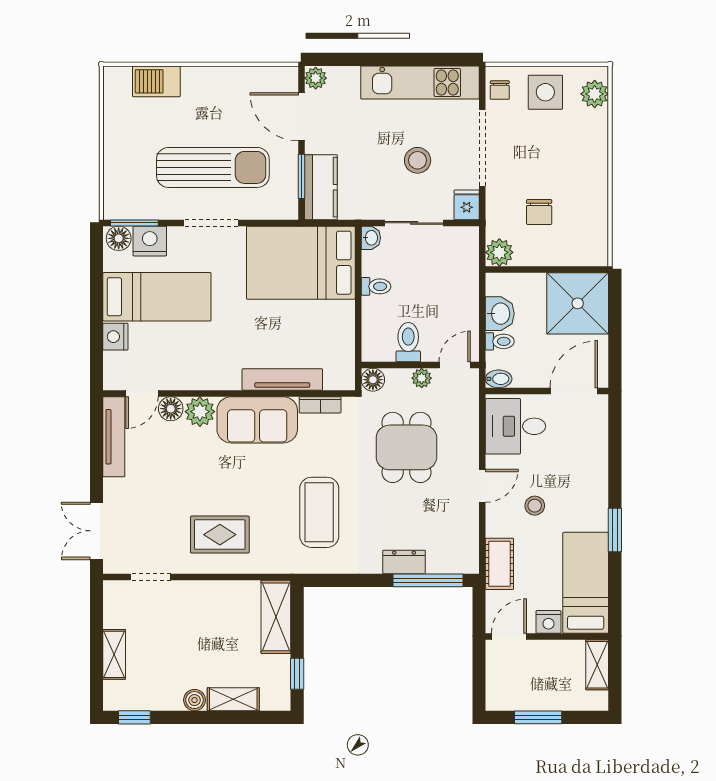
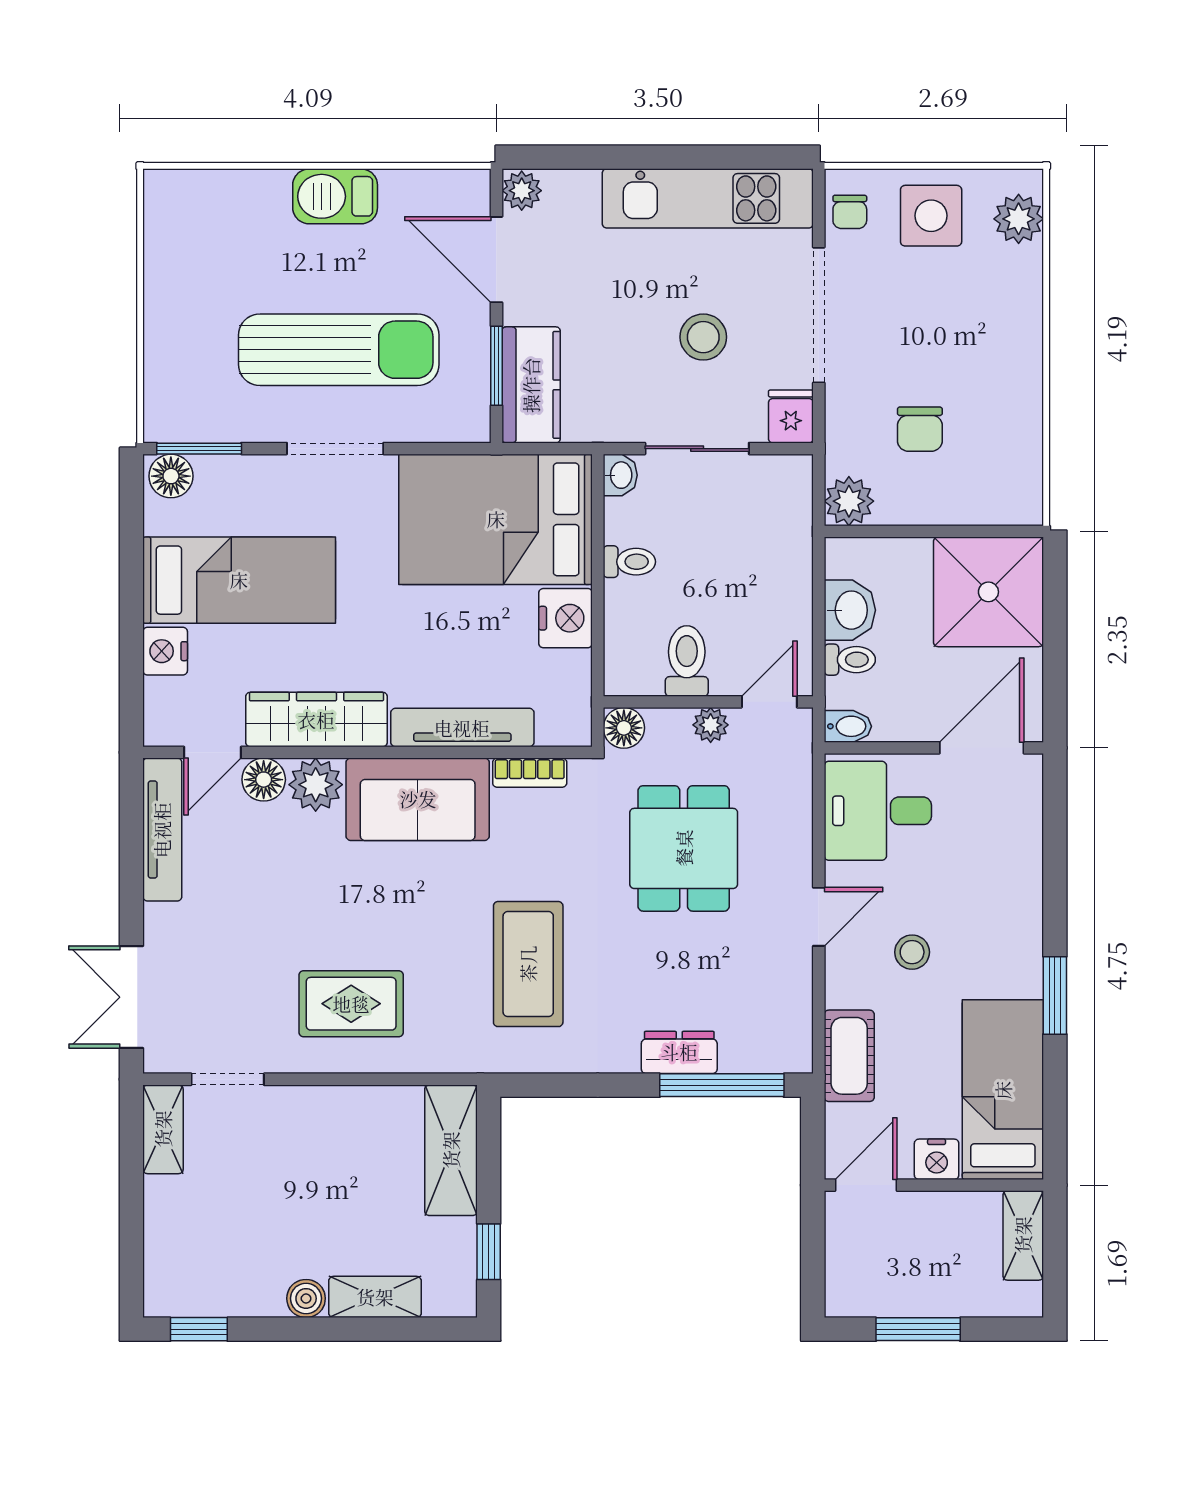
barbecue: (156, 81) -> (335, 196), moved
nightstand: (150, 241) -> (566, 618), moved, turned 90
wardrobe: (200, 375) -> (316, 720), added
shelving: (114, 654) -> (163, 1129), moved

